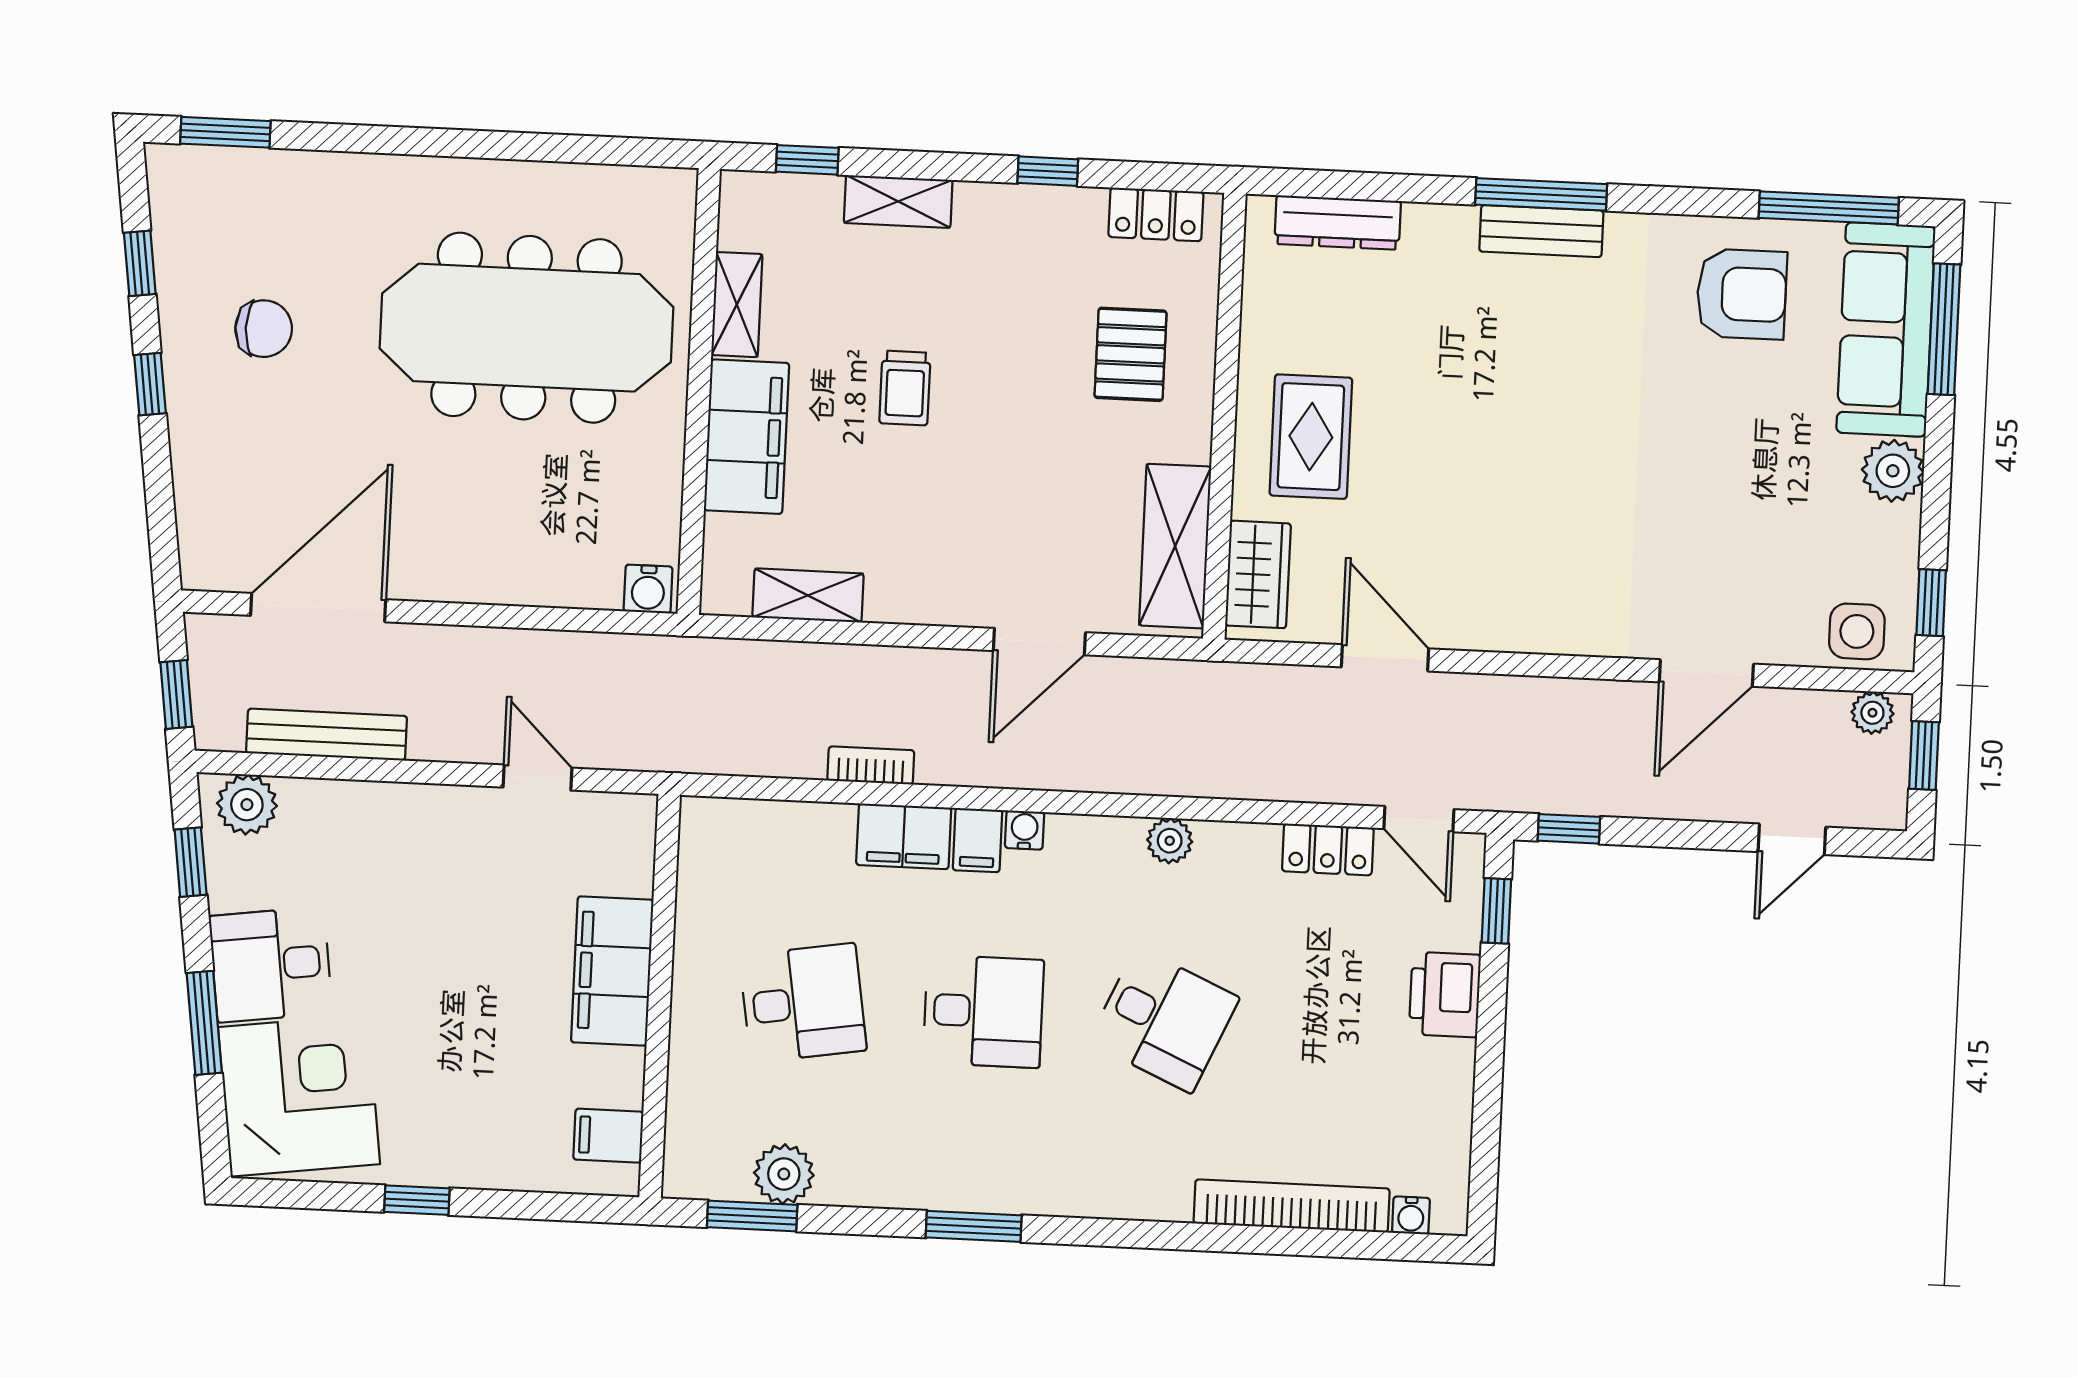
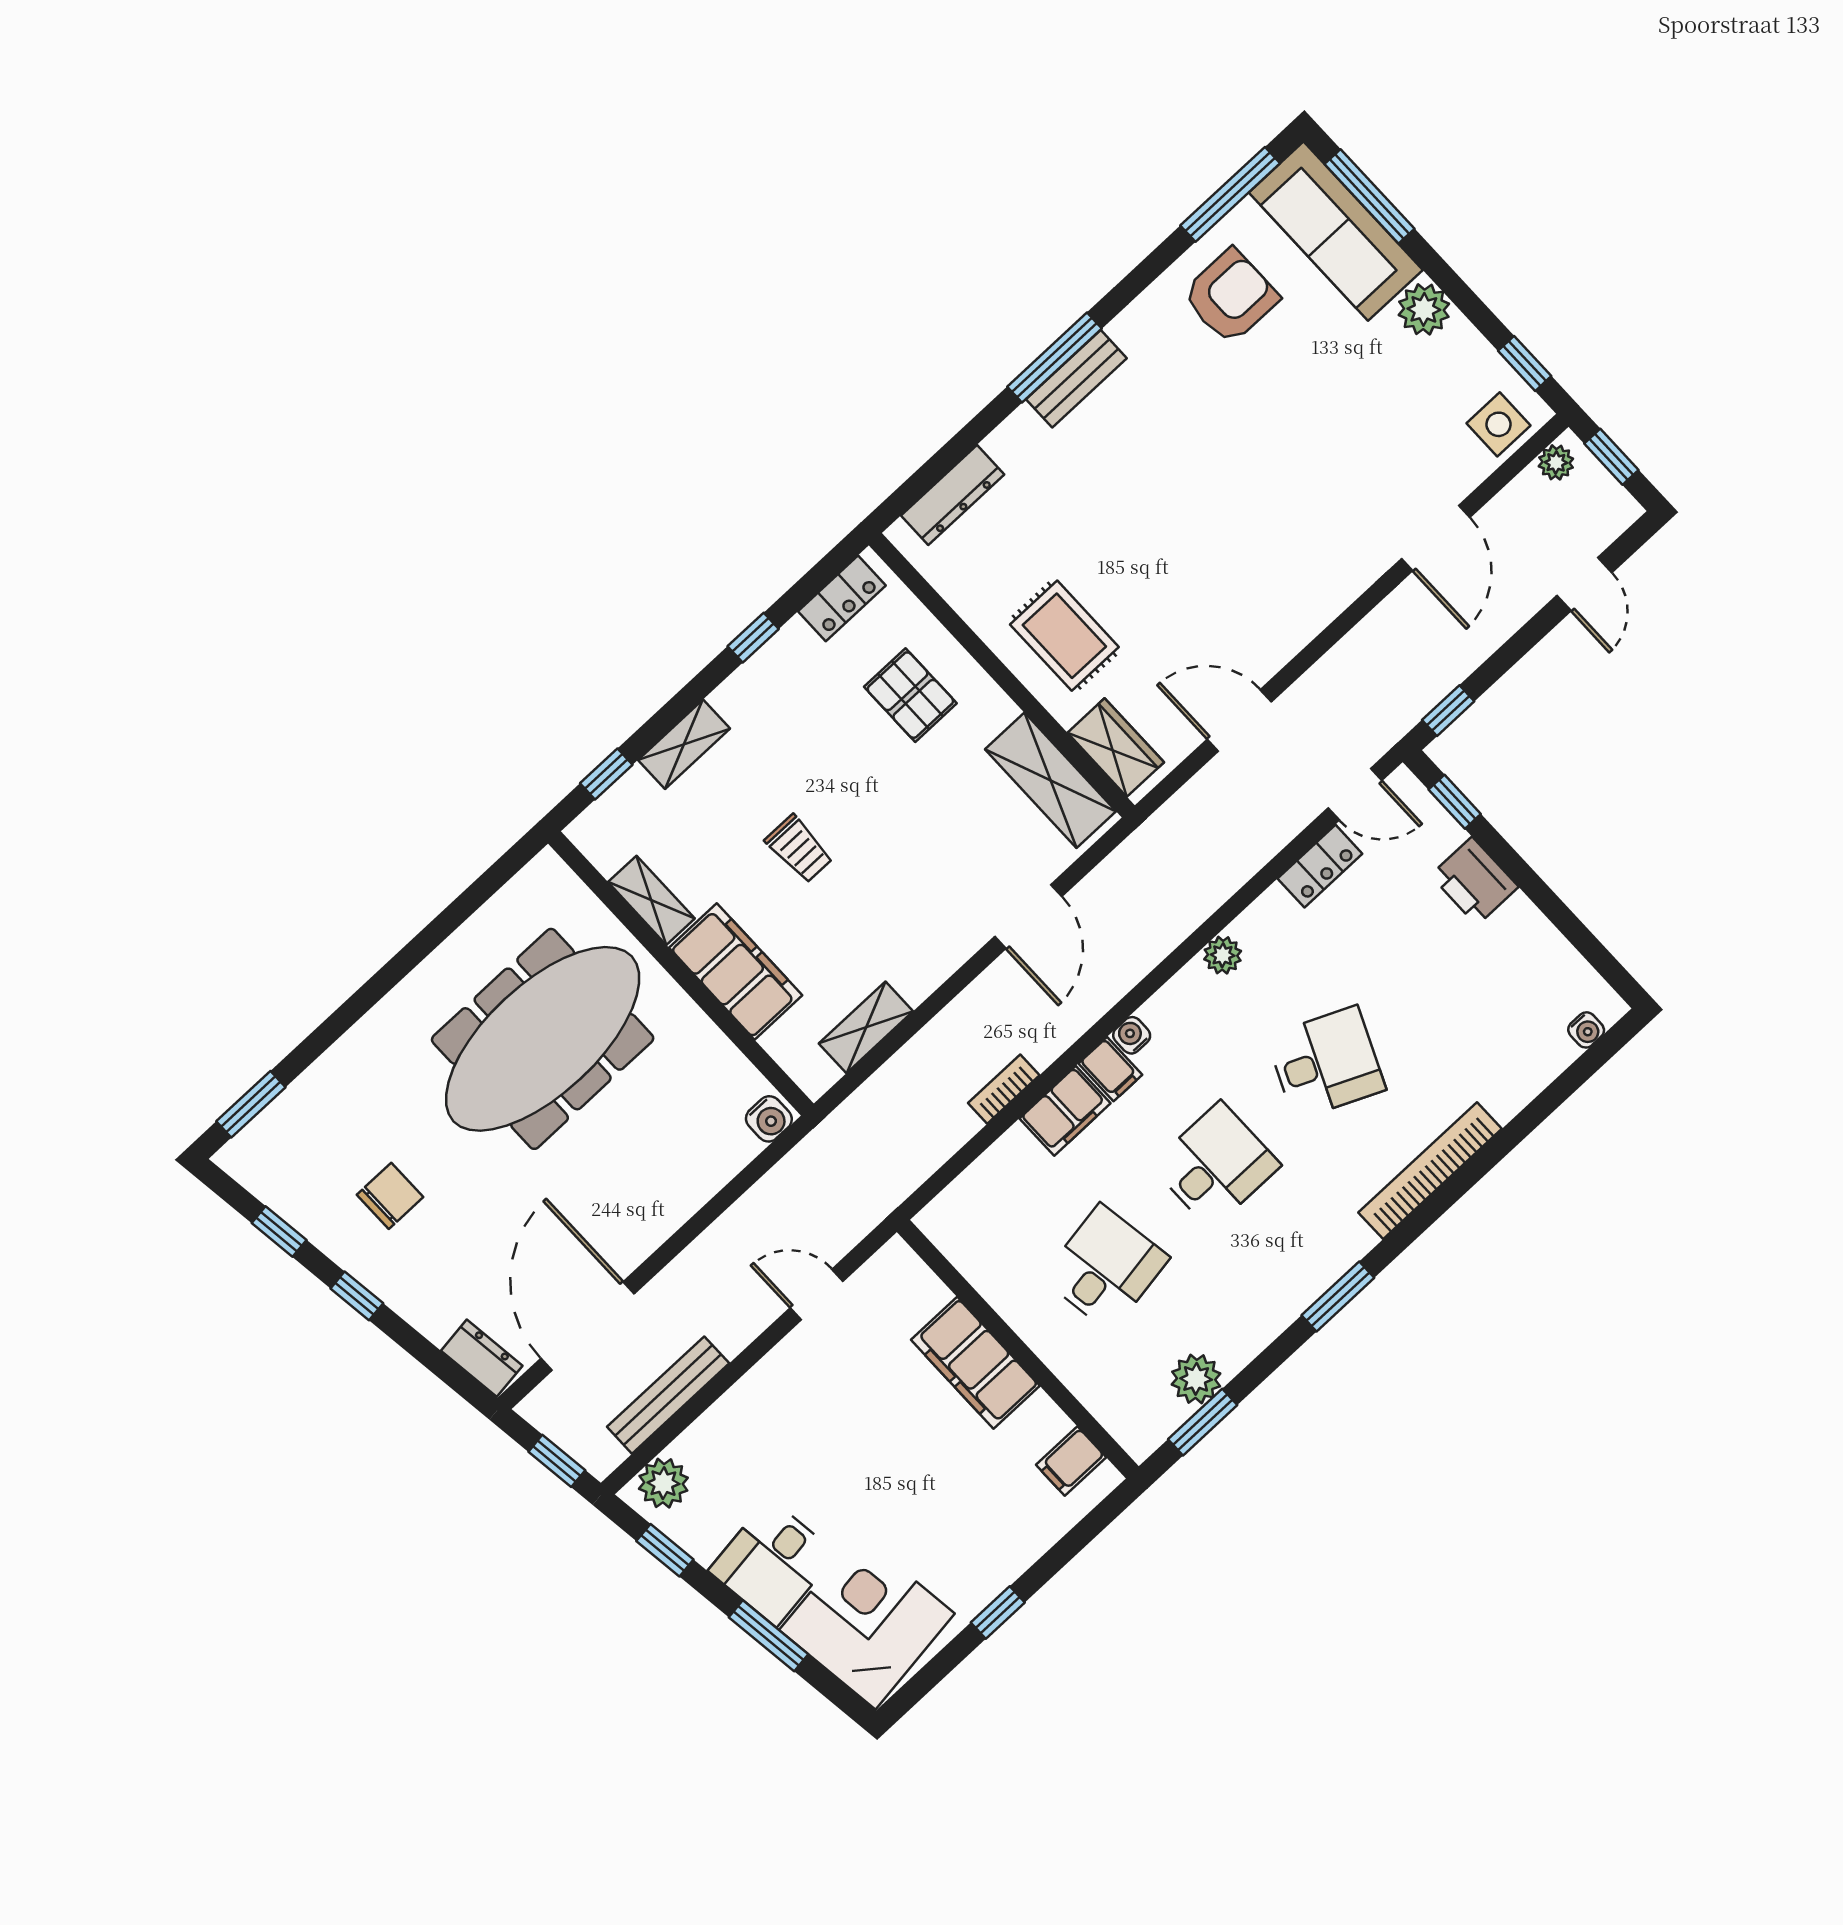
dresser: (201, 544) -> (482, 1358), added
bookcase: (1292, 1206) -> (1430, 1171), moved

